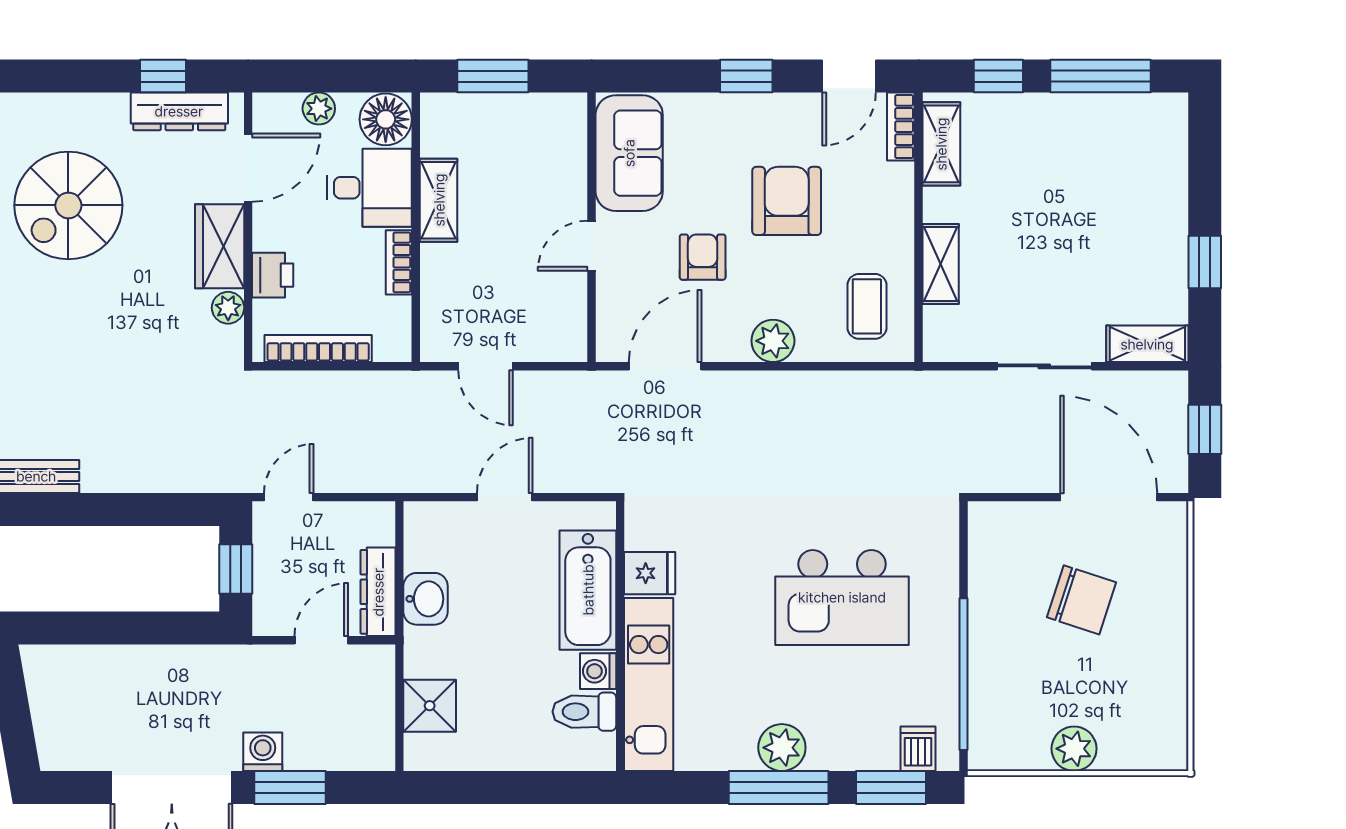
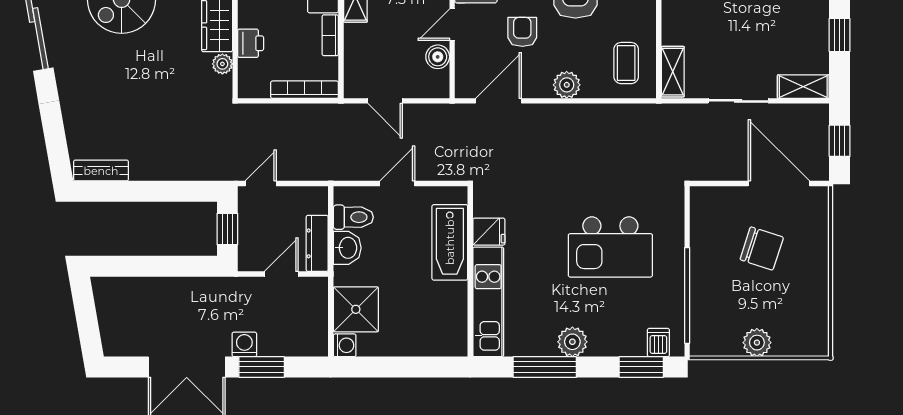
shelving: (941, 264) -> (673, 72), moved
boiler: (569, 297) -> (438, 57), added
bookcase: (318, 349) -> (305, 90), moved
washing machine: (598, 671) -> (345, 345), moved, turned 180
shower: (430, 706) -> (356, 309), width x1.36, depth x1.36
toilet: (584, 712) -> (353, 217), moved, turned 180
window: (779, 787) -> (545, 367), moved

